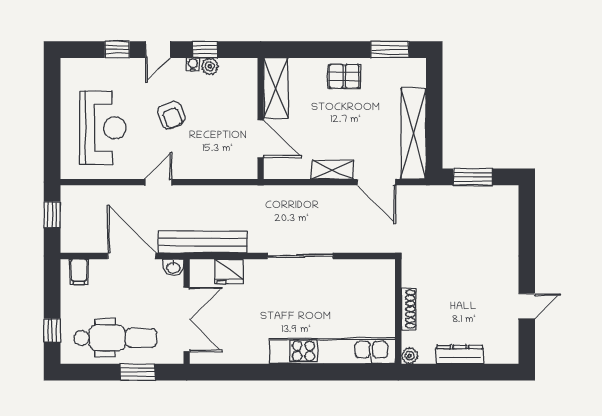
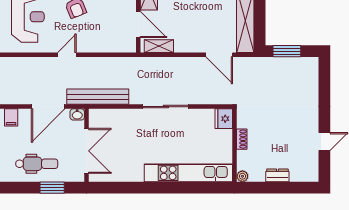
shelving: (332, 170) -> (159, 46), moved
door: (132, 256) -> (48, 107), swing flipped
fridge: (229, 271) -> (224, 119), moved, turned 90
shoe rack: (409, 309) -> (242, 139), width x0.70
dental chair: (115, 338) -> (37, 164), width x0.73, depth x0.72
dresser: (460, 355) -> (277, 175), width x0.70

